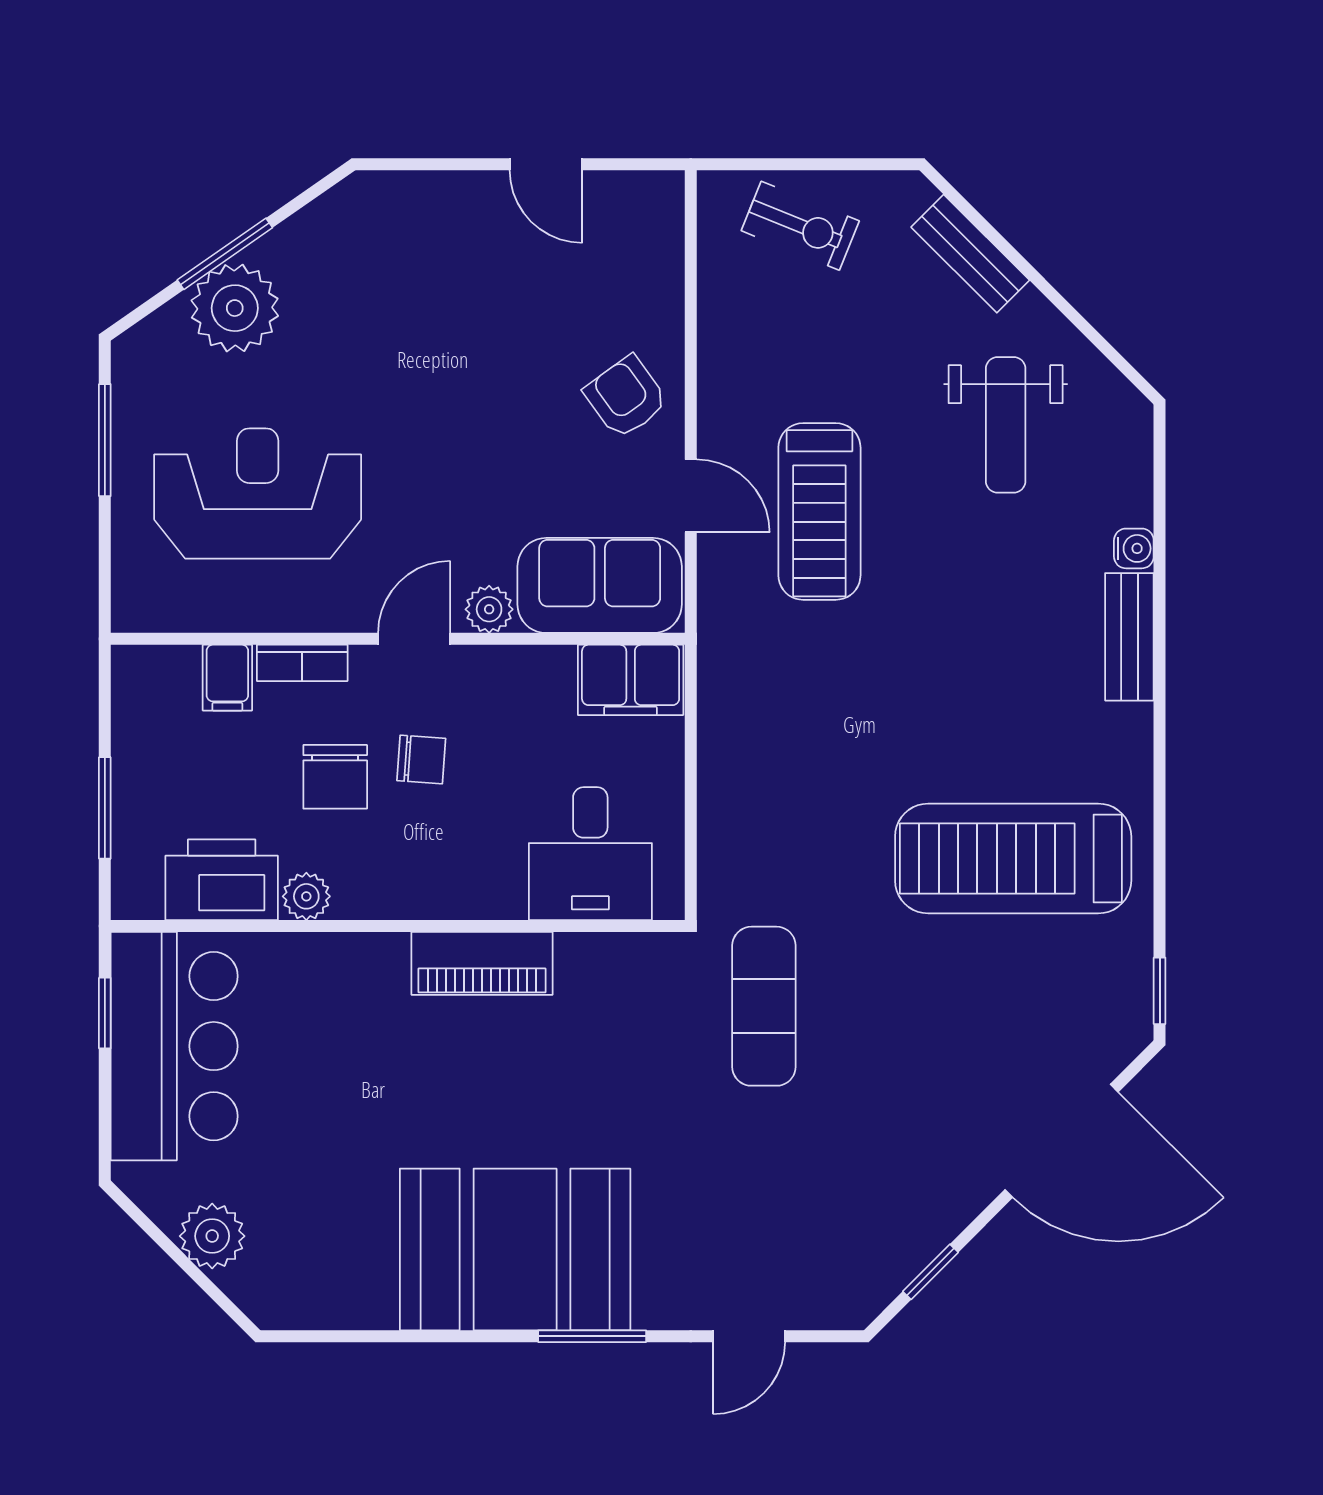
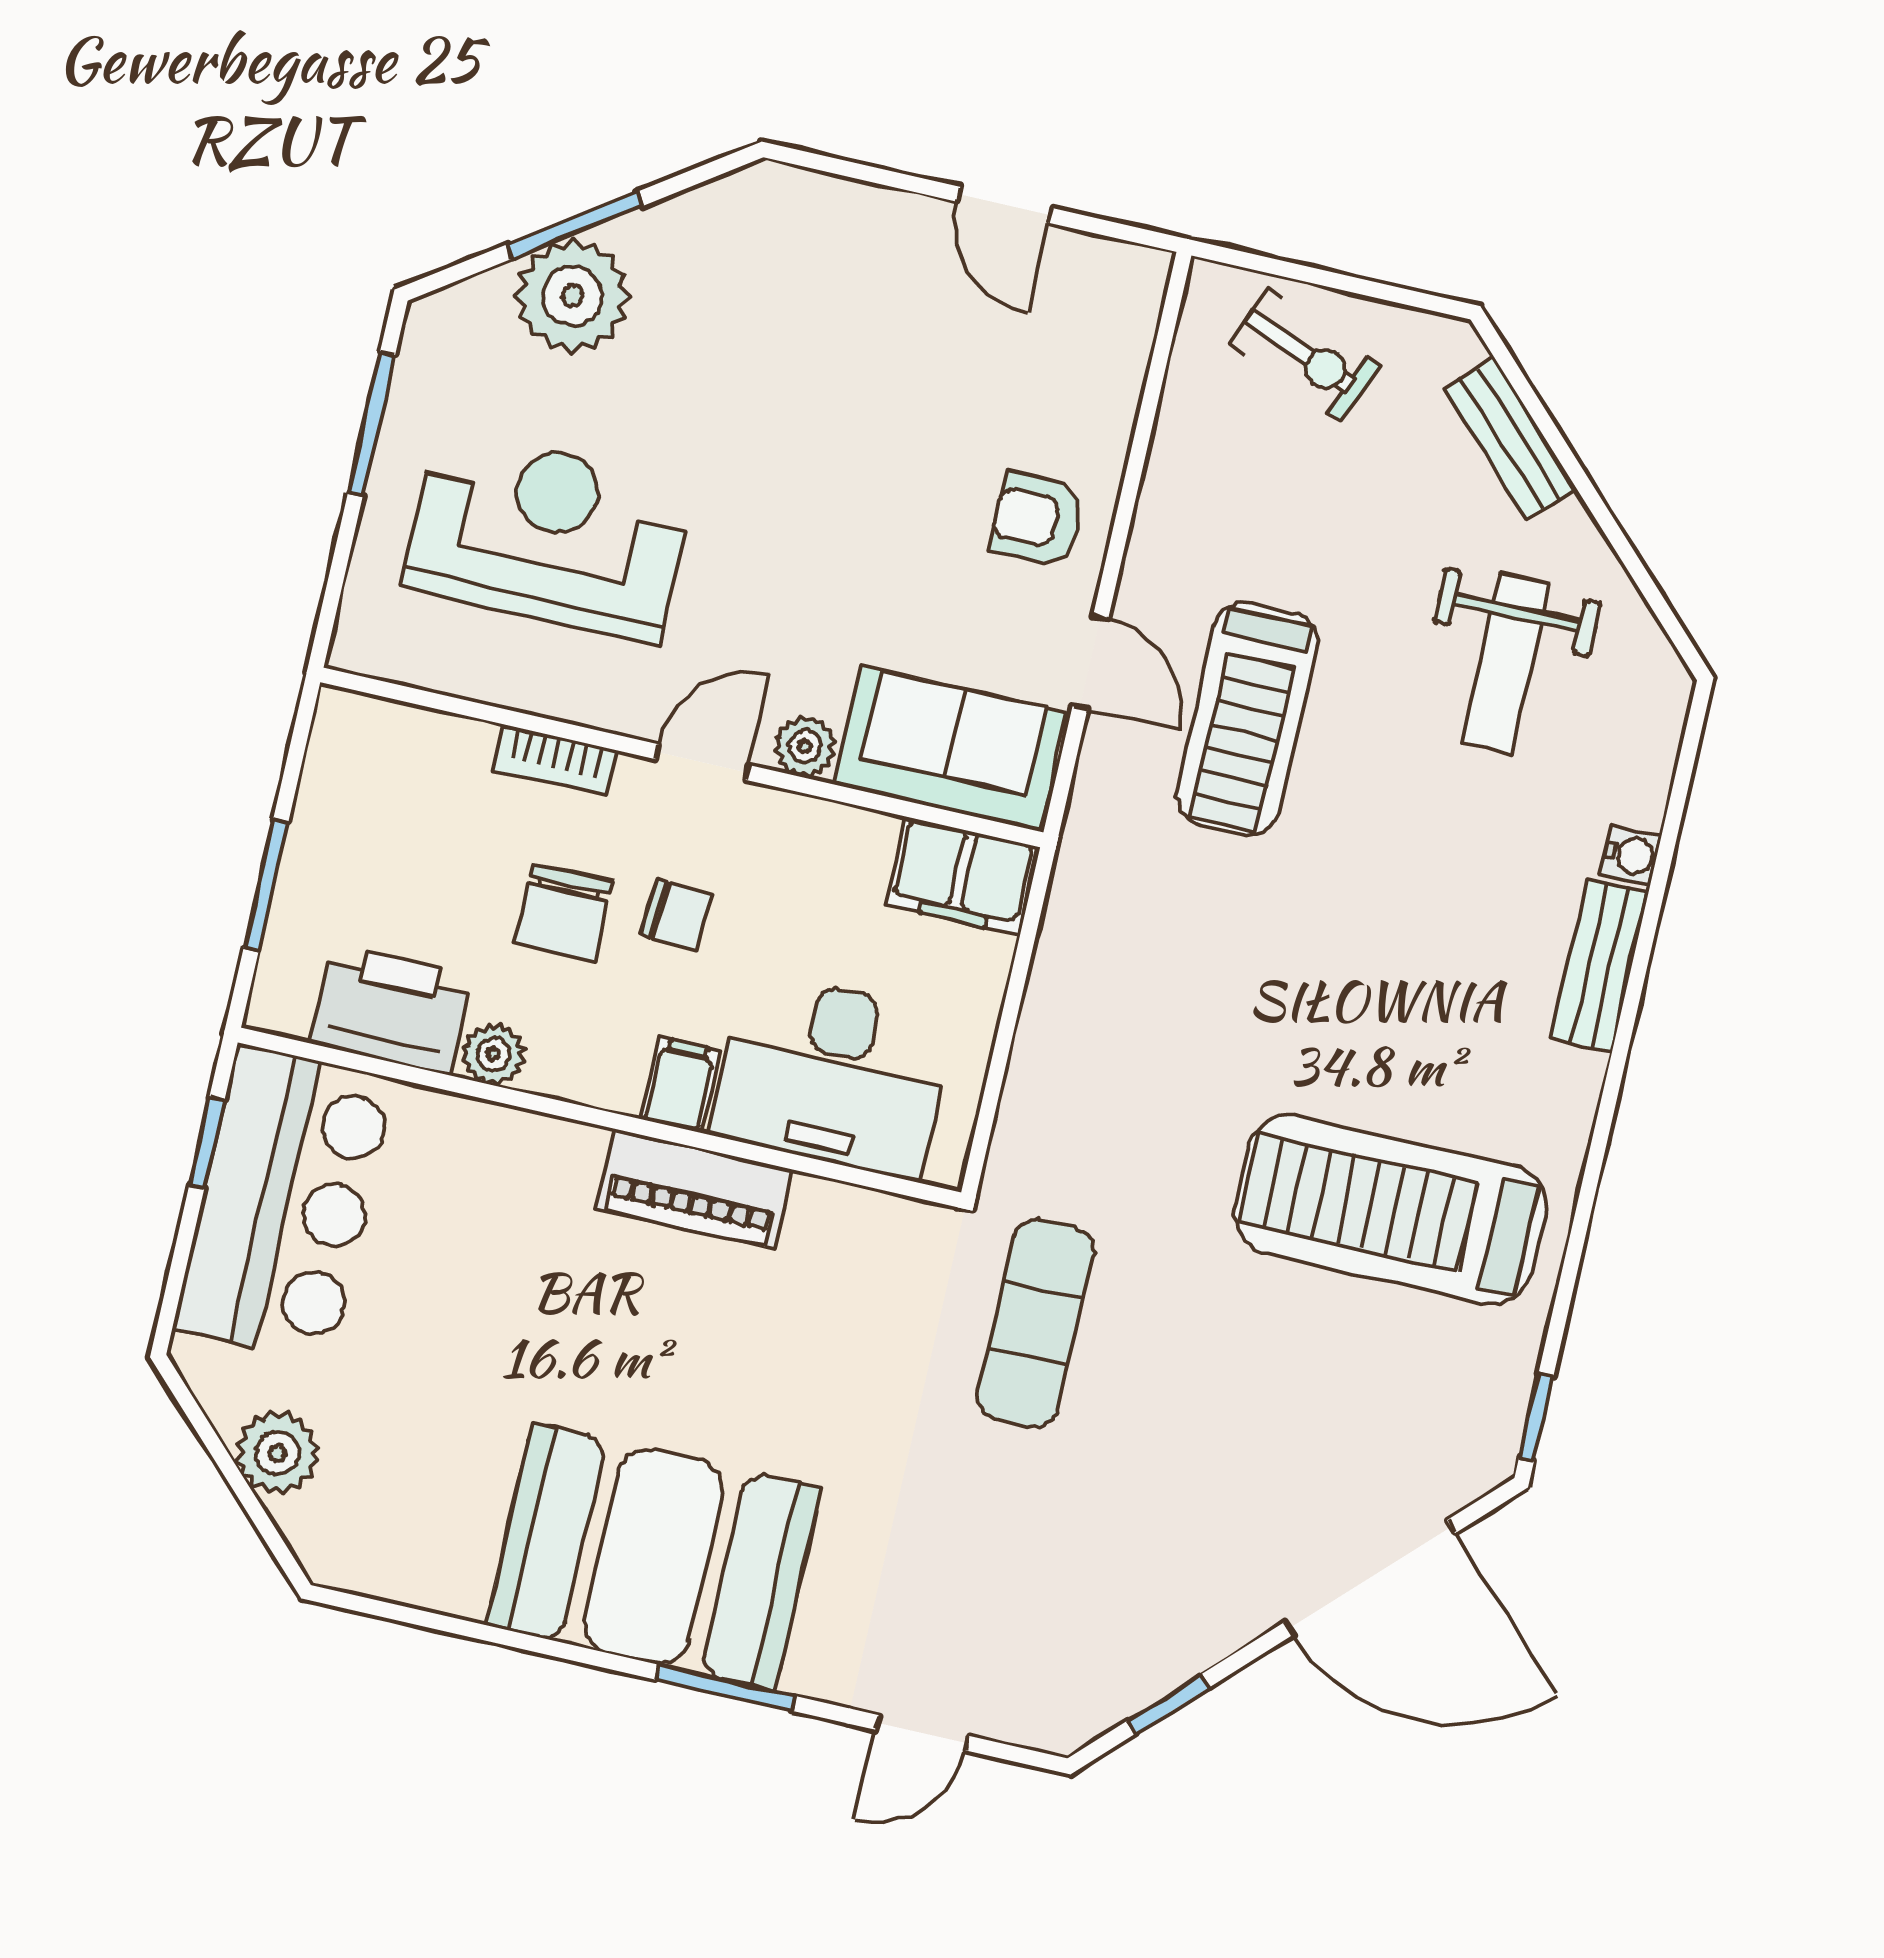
armchair: (626, 397) -> (1037, 520), turned -54
filing cabinet: (227, 678) -> (680, 1085), moved, turned 180
desk: (590, 854) -> (833, 1076), width x1.37

